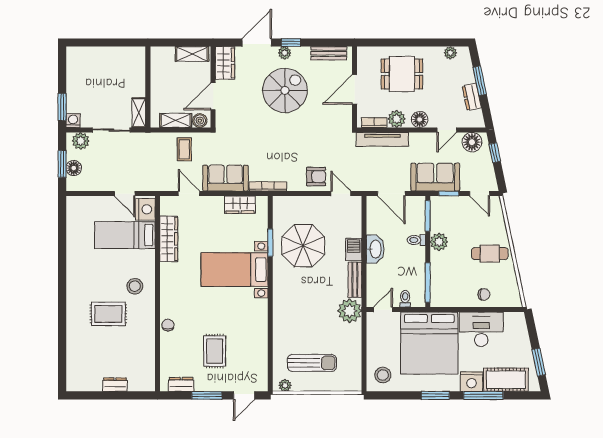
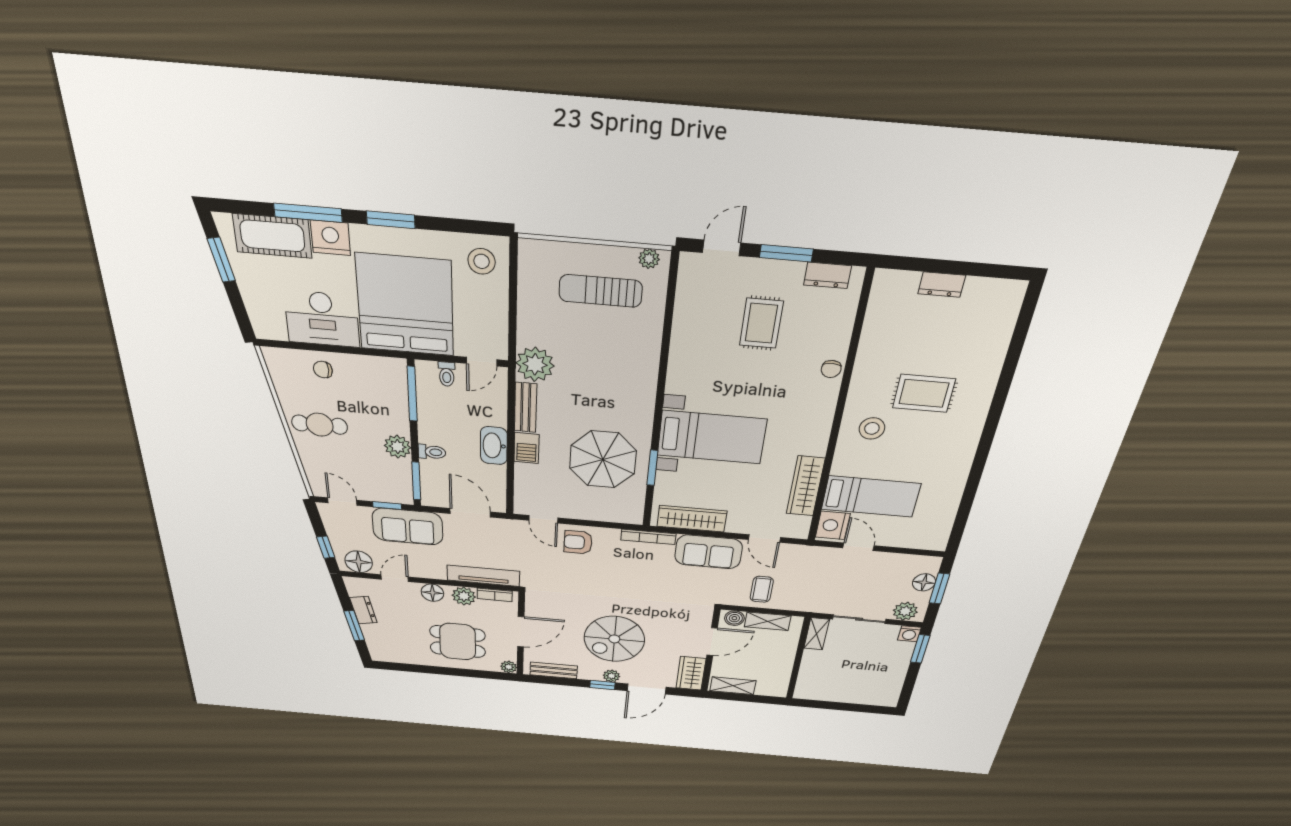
plant: (450, 53) -> (509, 667), moved
wardrobe: (240, 205) -> (692, 519), width x1.50

